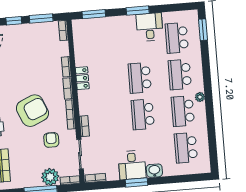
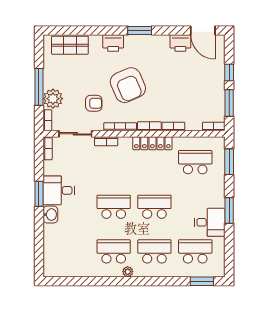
locker: (82, 78) -> (152, 143), width x1.53
school desk: (186, 148) -> (195, 162), moved

